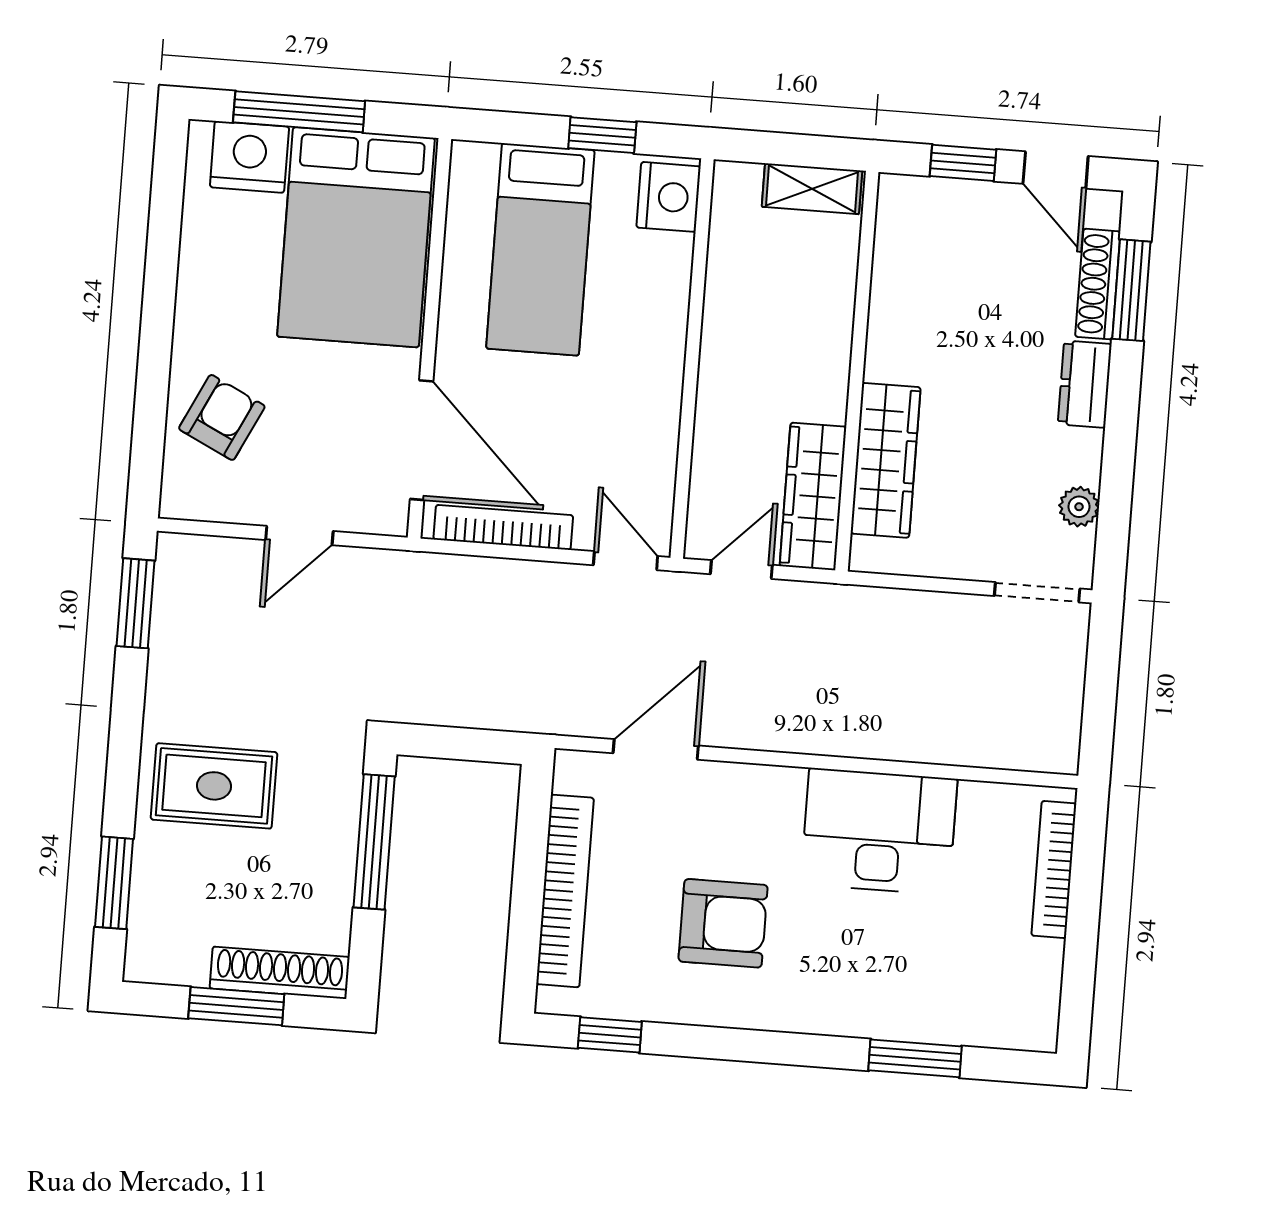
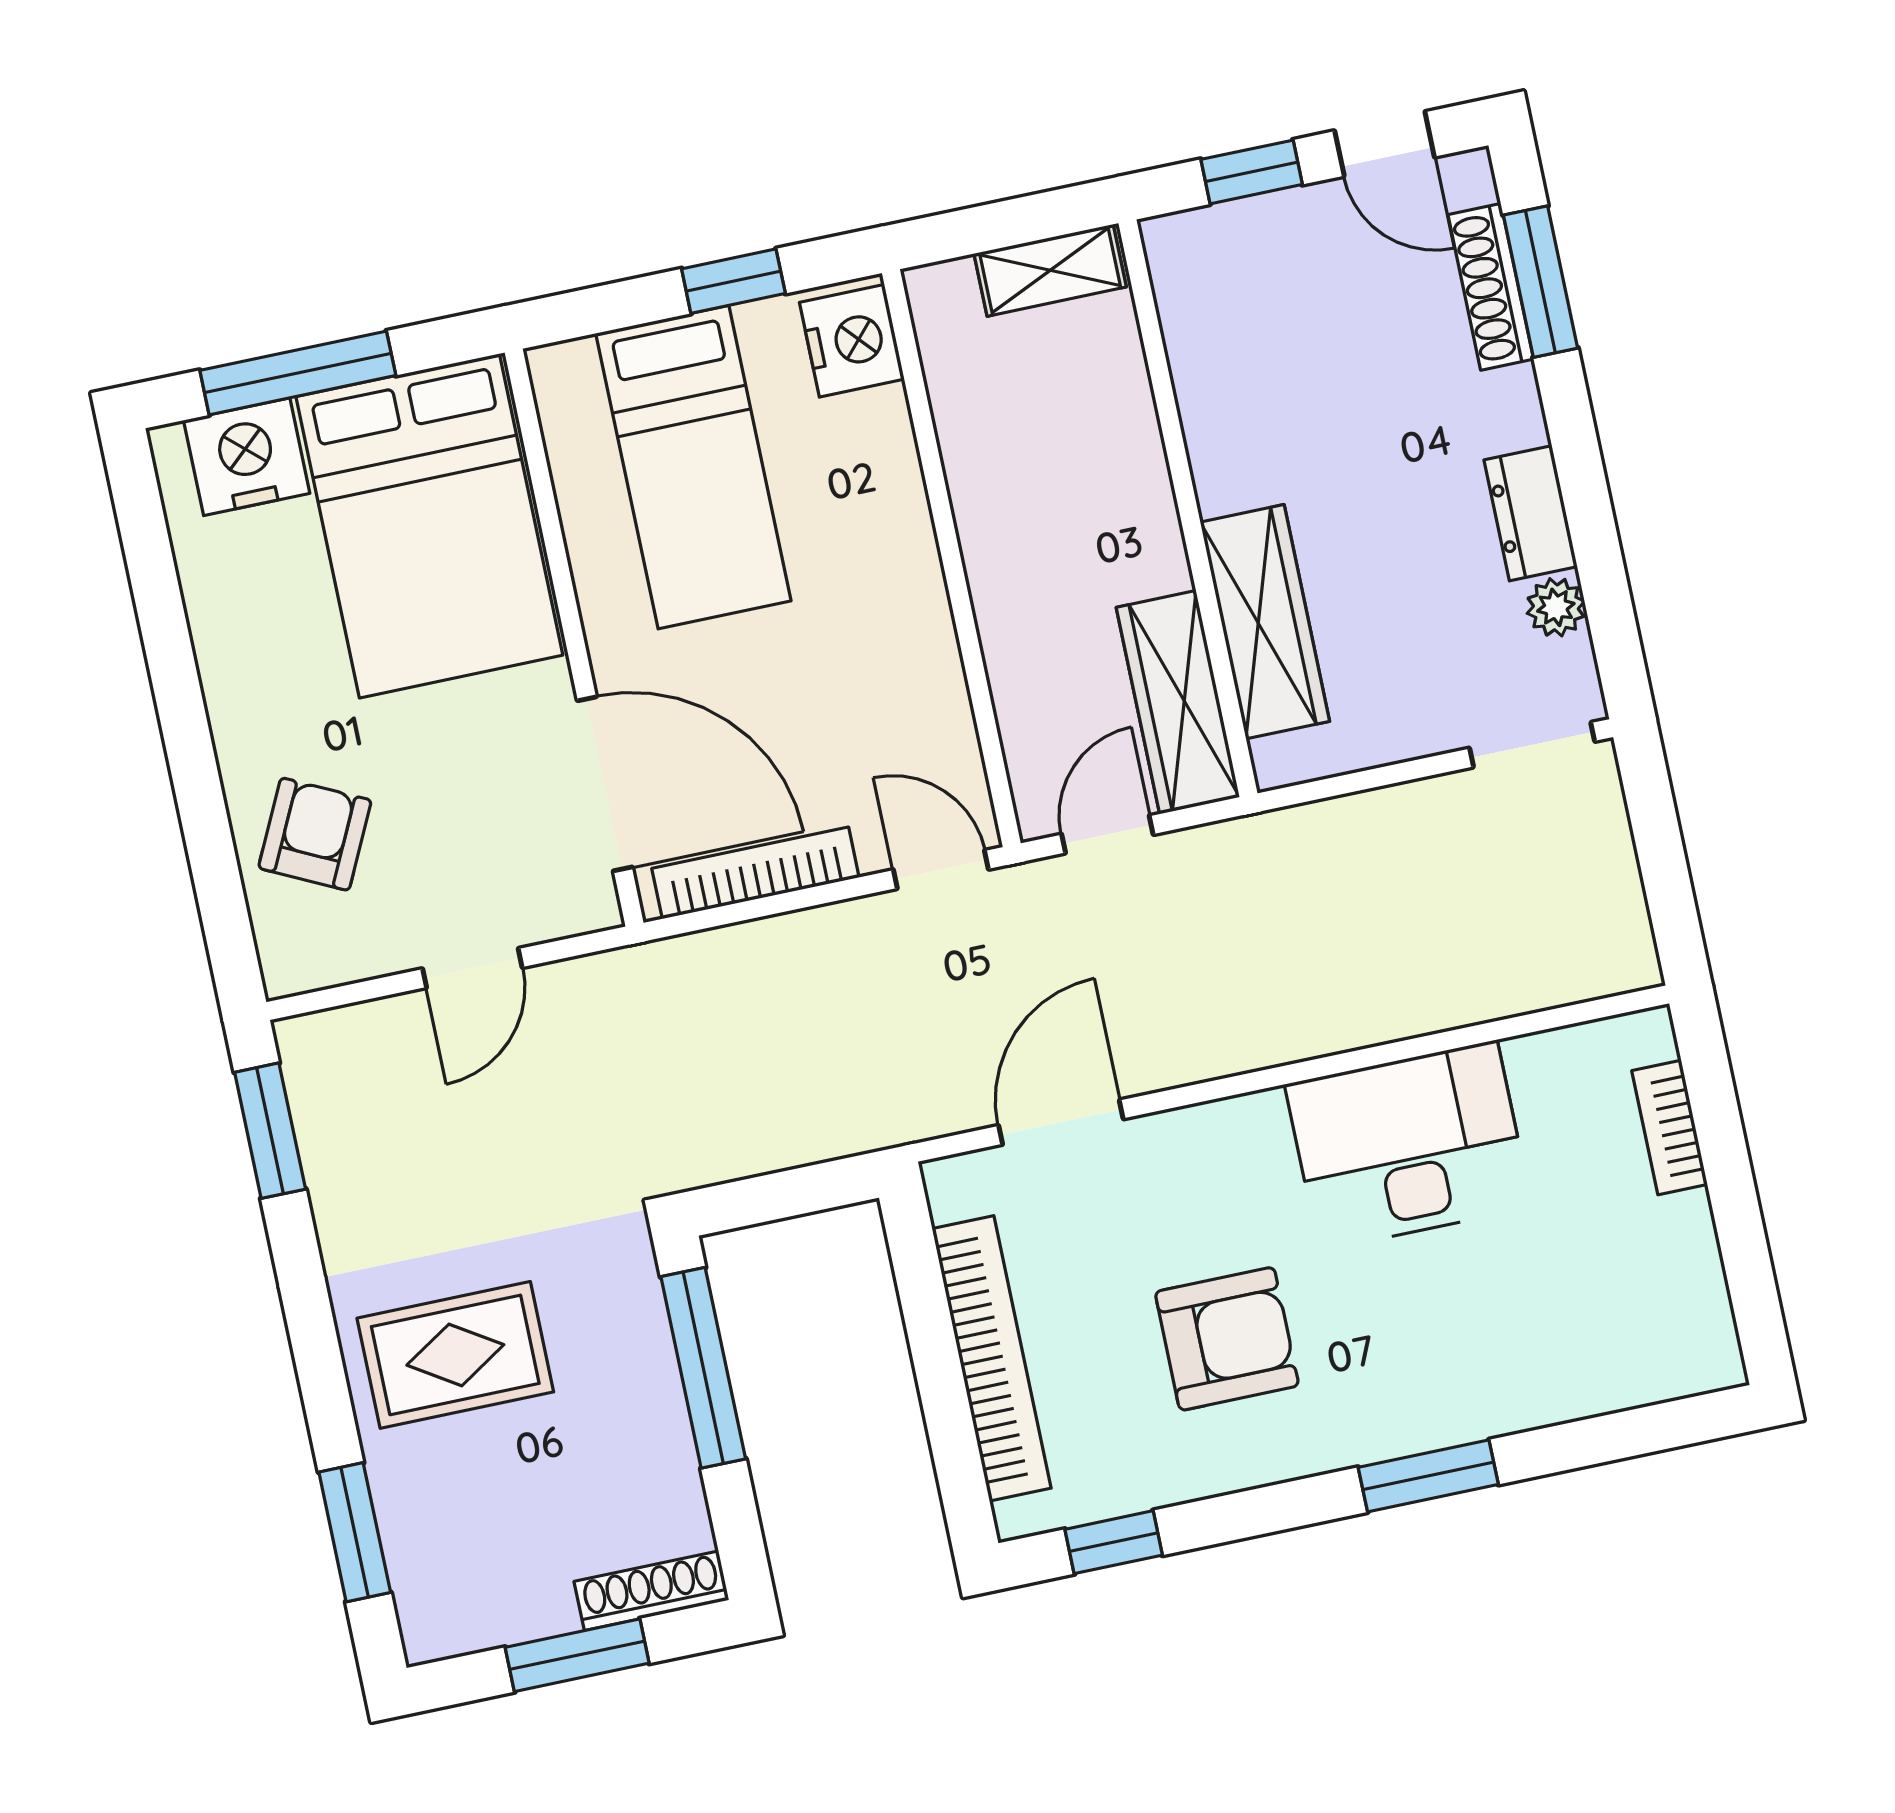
dresser: (1085, 384) -> (1531, 513), moved
bookcase: (1054, 870) -> (1670, 1127), width x0.64
shoe rack: (280, 973) -> (651, 1591), width x0.74, depth x0.81
window: (915, 1058) -> (1428, 1476), moved

